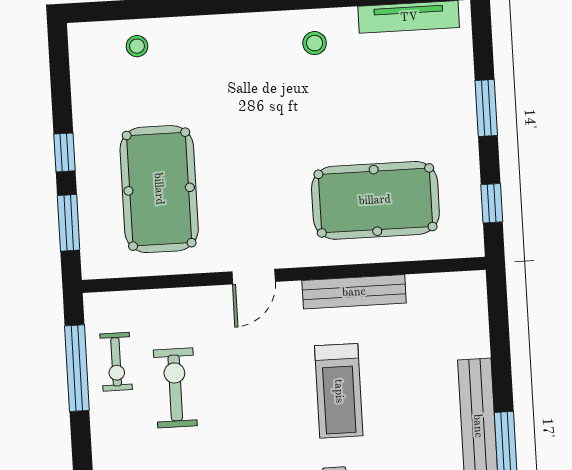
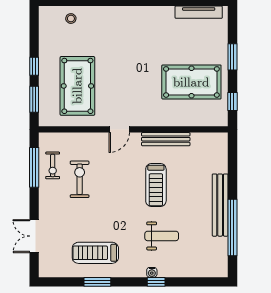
stool: (315, 43) -> (154, 22), removed
pool table: (375, 200) -> (191, 82), moved

